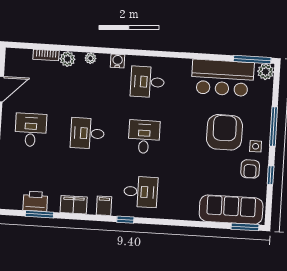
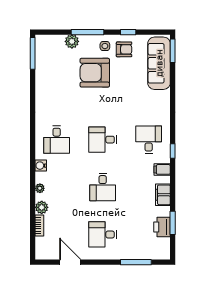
plant: (266, 72) -> (72, 41), moved
bar counter: (223, 78) -> (49, 77), removed

